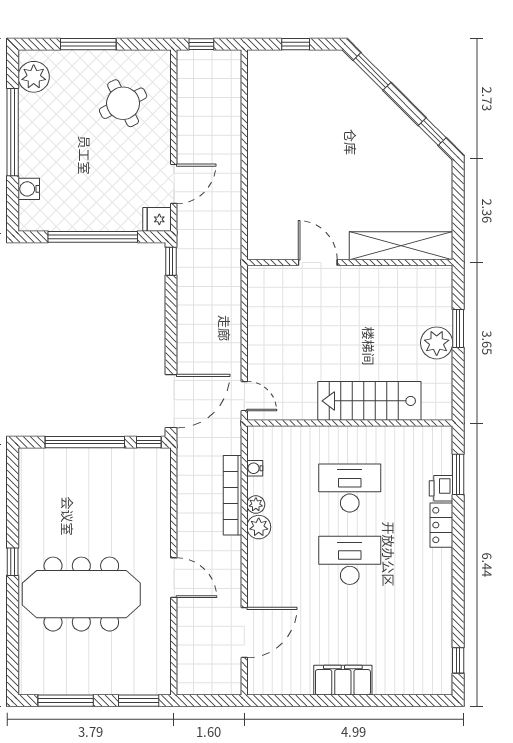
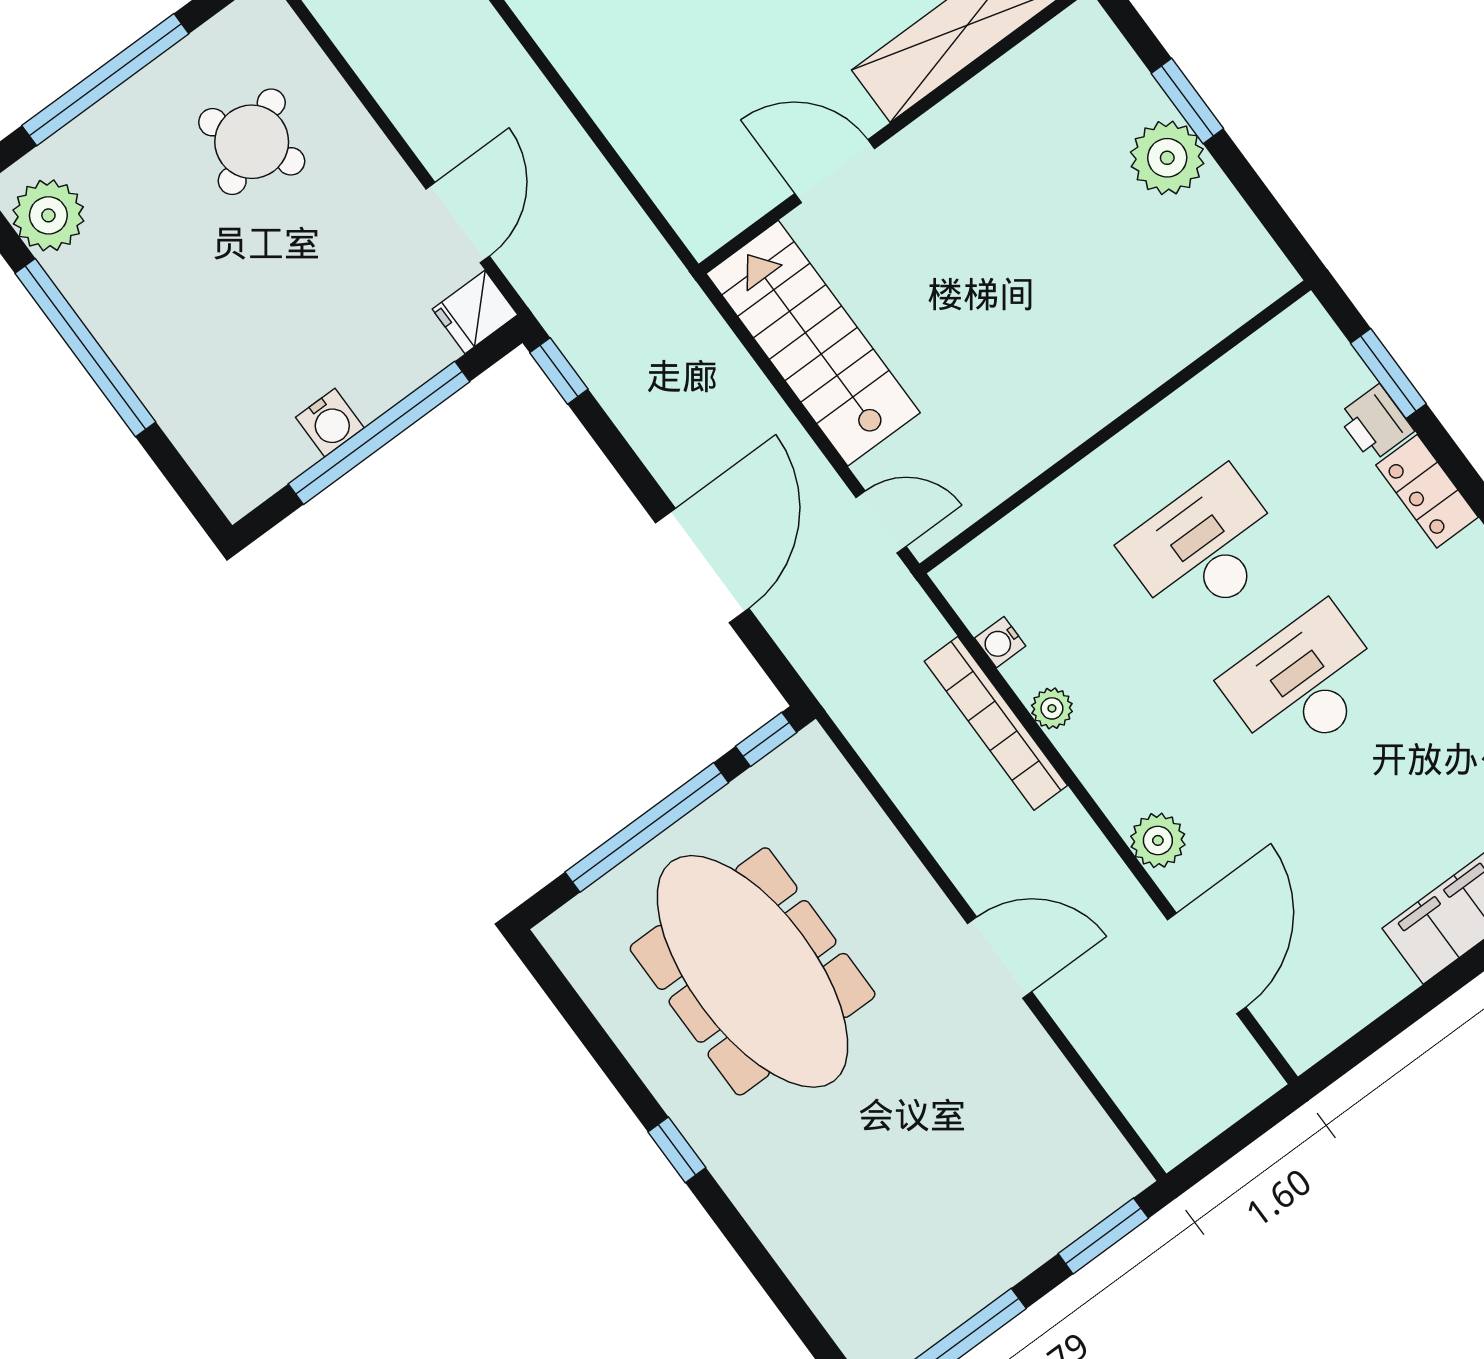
window: (88, 44) -> (105, 80), width x1.46
water cooler: (29, 189) -> (330, 423), moved, turned -90
door: (171, 401) -> (702, 566), moved
stairs: (369, 401) -> (813, 343), moved, turned 90
plant: (259, 527) -> (1158, 840), moved
meeting table: (81, 594) -> (753, 971), moved, turned 90

